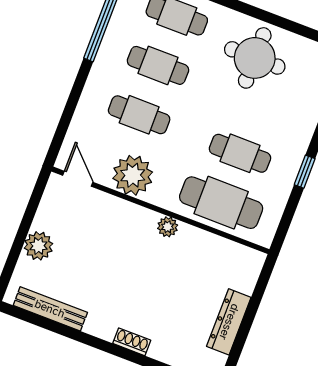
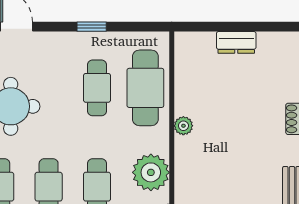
dresser: (229, 322) -> (236, 42), width x0.70

